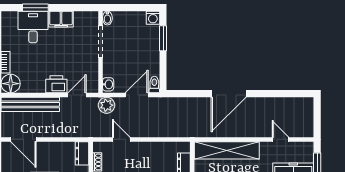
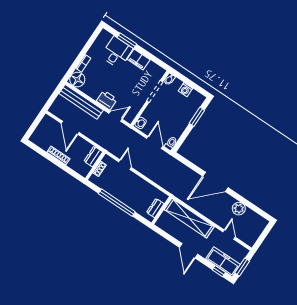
washing machine: (153, 18) -> (185, 90), moved
door: (137, 95) -> (155, 142), hinge flipped
plant: (107, 105) -> (239, 209), moved
door: (23, 139) -> (70, 128), moved

